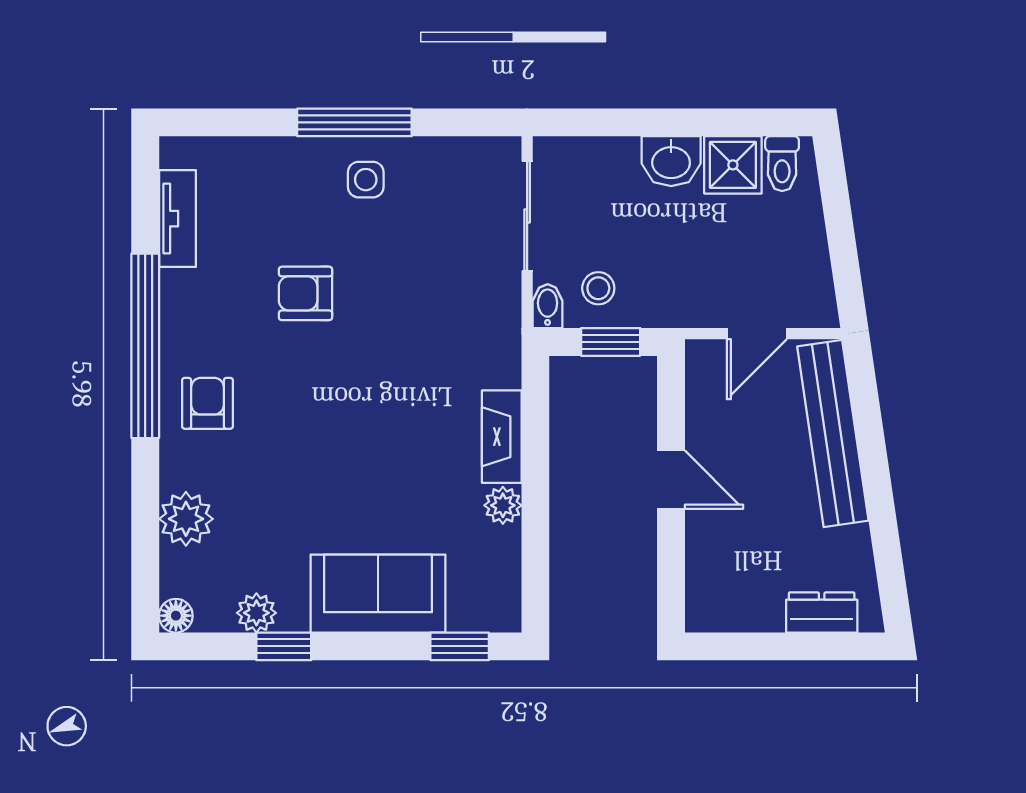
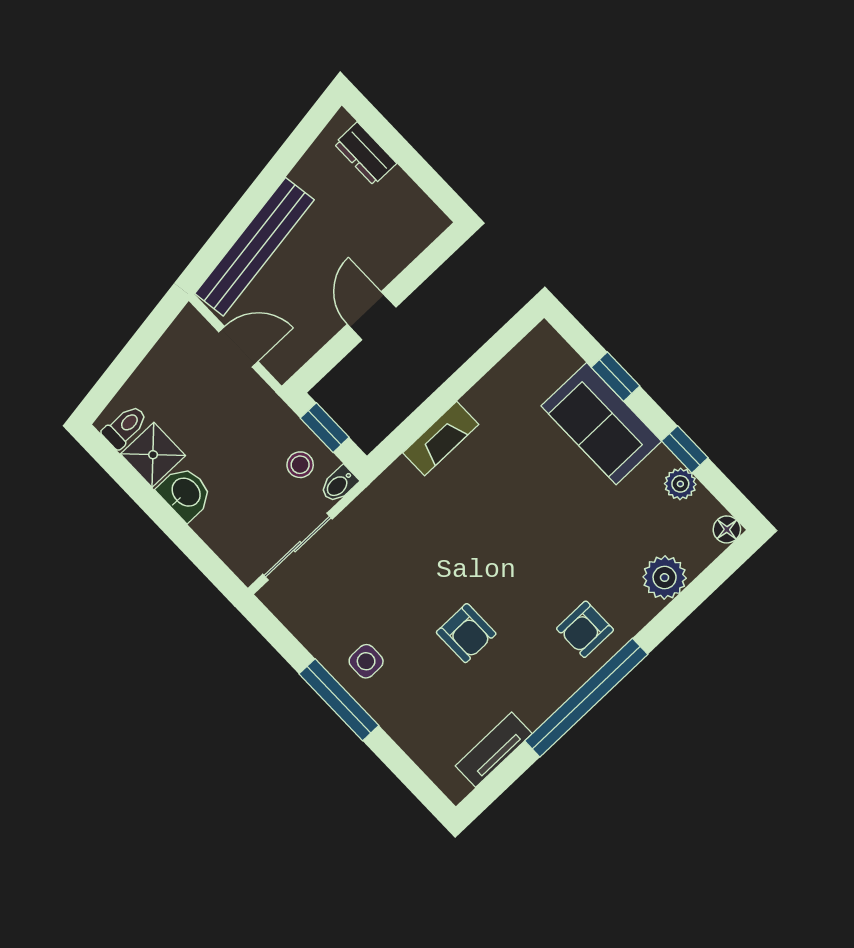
plant: (503, 505) -> (480, 400), removed
window: (460, 646) -> (616, 377), moved

